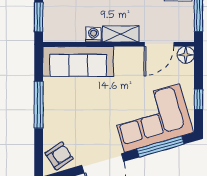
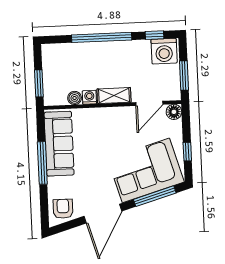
boiler: (77, 35) -> (75, 98), added
sofa: (78, 61) -> (59, 144), moved, turned -90
armchair: (59, 156) -> (63, 209), turned -57

